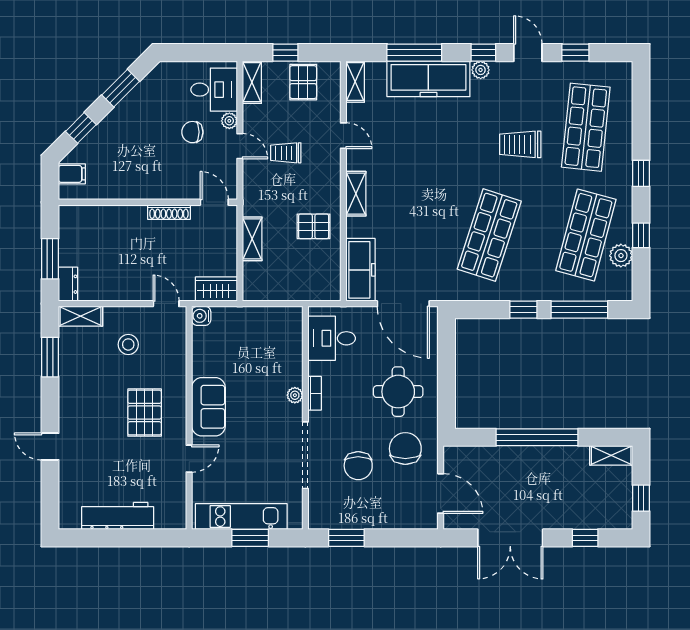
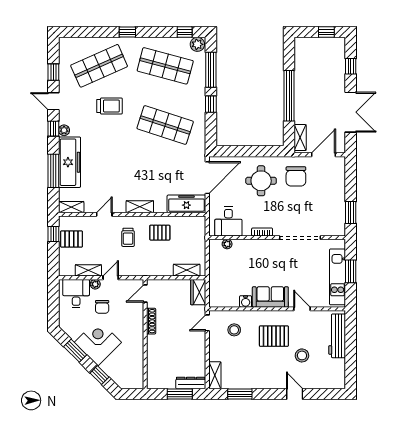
window: (285, 53) -> (53, 234), moved
door: (528, 53) -> (53, 101), hinge flipped
shelving: (252, 82) -> (88, 270), moved
corner desk: (134, 125) -> (98, 342), added
shop shelf: (586, 127) -> (99, 66), turned -30
trolley: (520, 144) -> (110, 106), turned -90
trolley: (286, 153) -> (128, 237), moved
filing cabinet: (72, 174) -> (128, 381), removed
pallet: (314, 226) -> (160, 233), turned 90
window: (641, 235) -> (185, 32), moved
shelving: (252, 239) -> (187, 270), moved
plant: (621, 256) -> (197, 44), moved
dresser: (68, 284) -> (191, 383), width x1.44
water cooler: (201, 316) -> (246, 301), moved
stool: (128, 344) -> (234, 330), moved
plant: (295, 395) -> (227, 244), moved
door: (50, 447) -> (295, 394), swing flipped
chair: (405, 449) -> (296, 176), turned -90
shelving: (611, 455) -> (300, 138), moved
stool: (113, 458) -> (302, 355), added
chair: (358, 466) -> (306, 205), removed
workbench: (118, 516) -> (337, 336), moved

